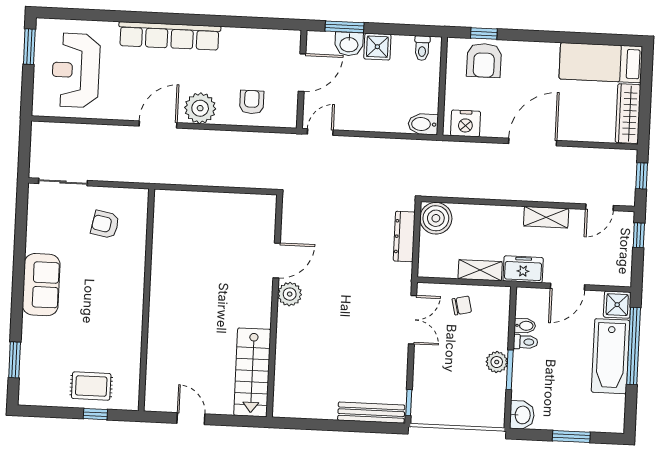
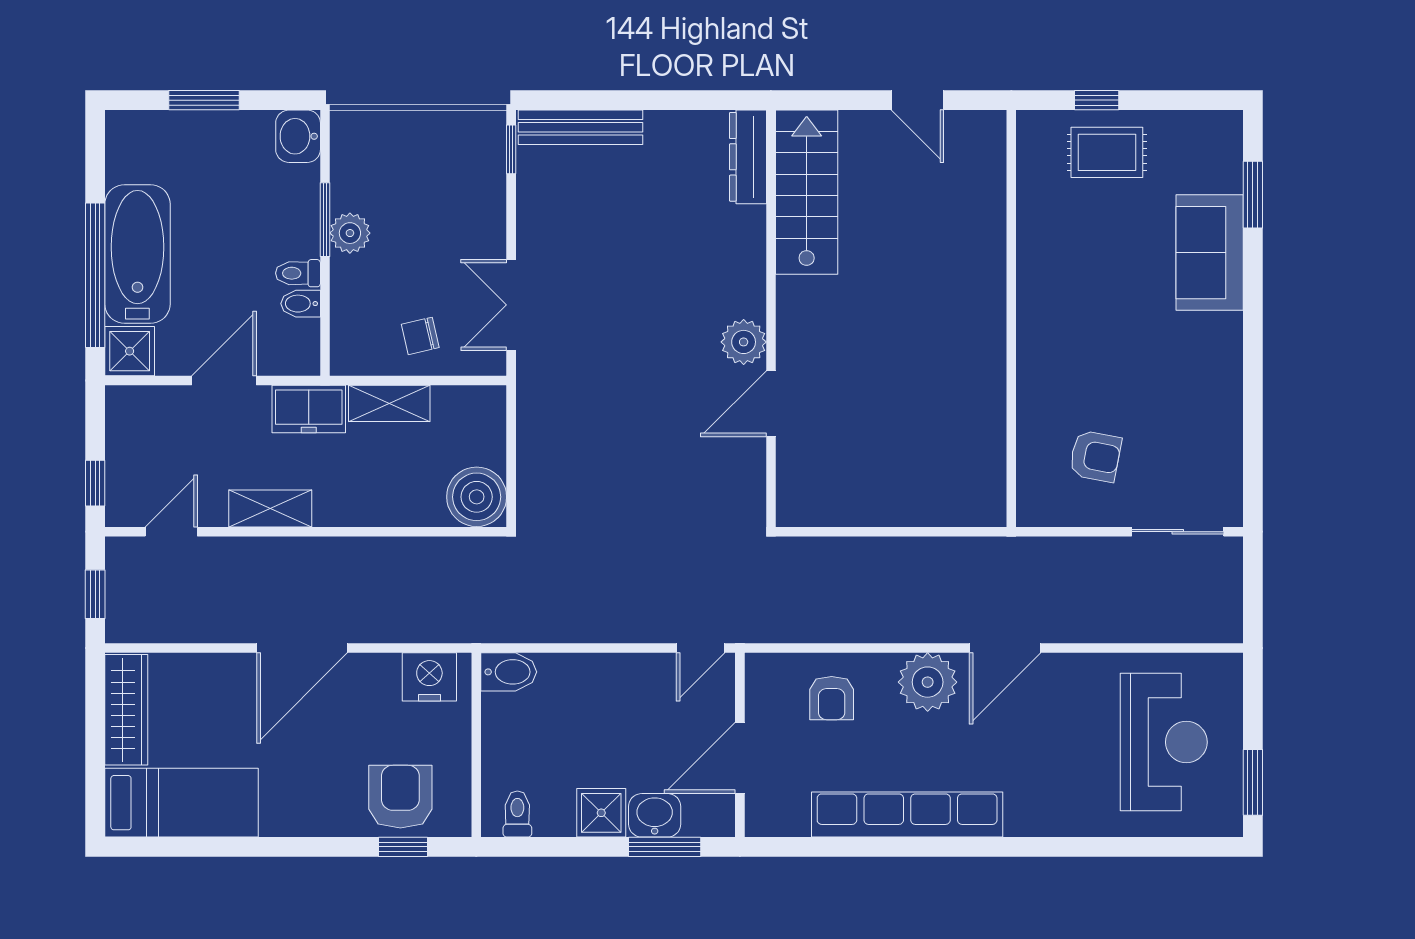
row of seats: (169, 36) -> (907, 815), moved
dresser: (404, 237) -> (748, 157), moved, turned 180
sofa: (41, 285) -> (1210, 253), moved

